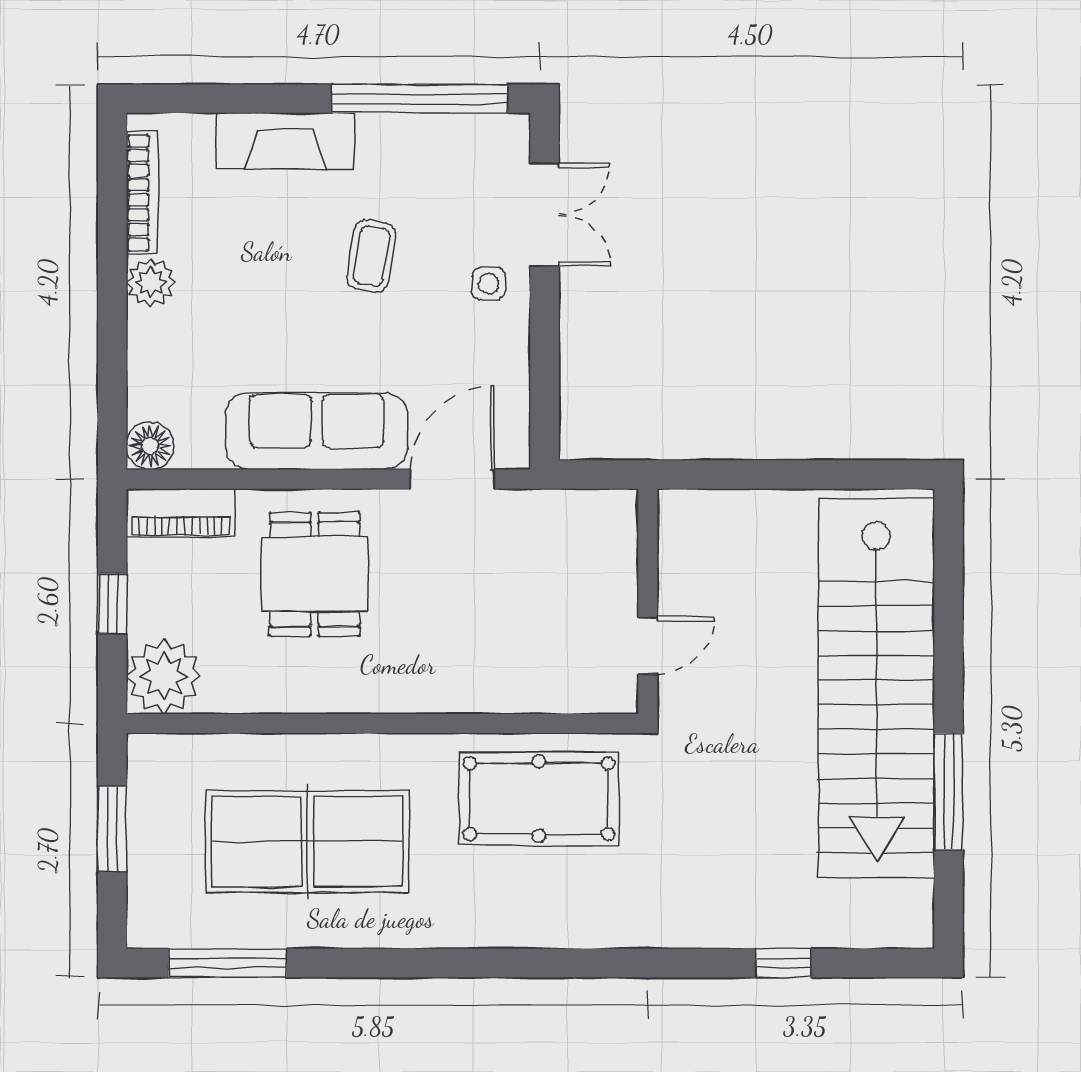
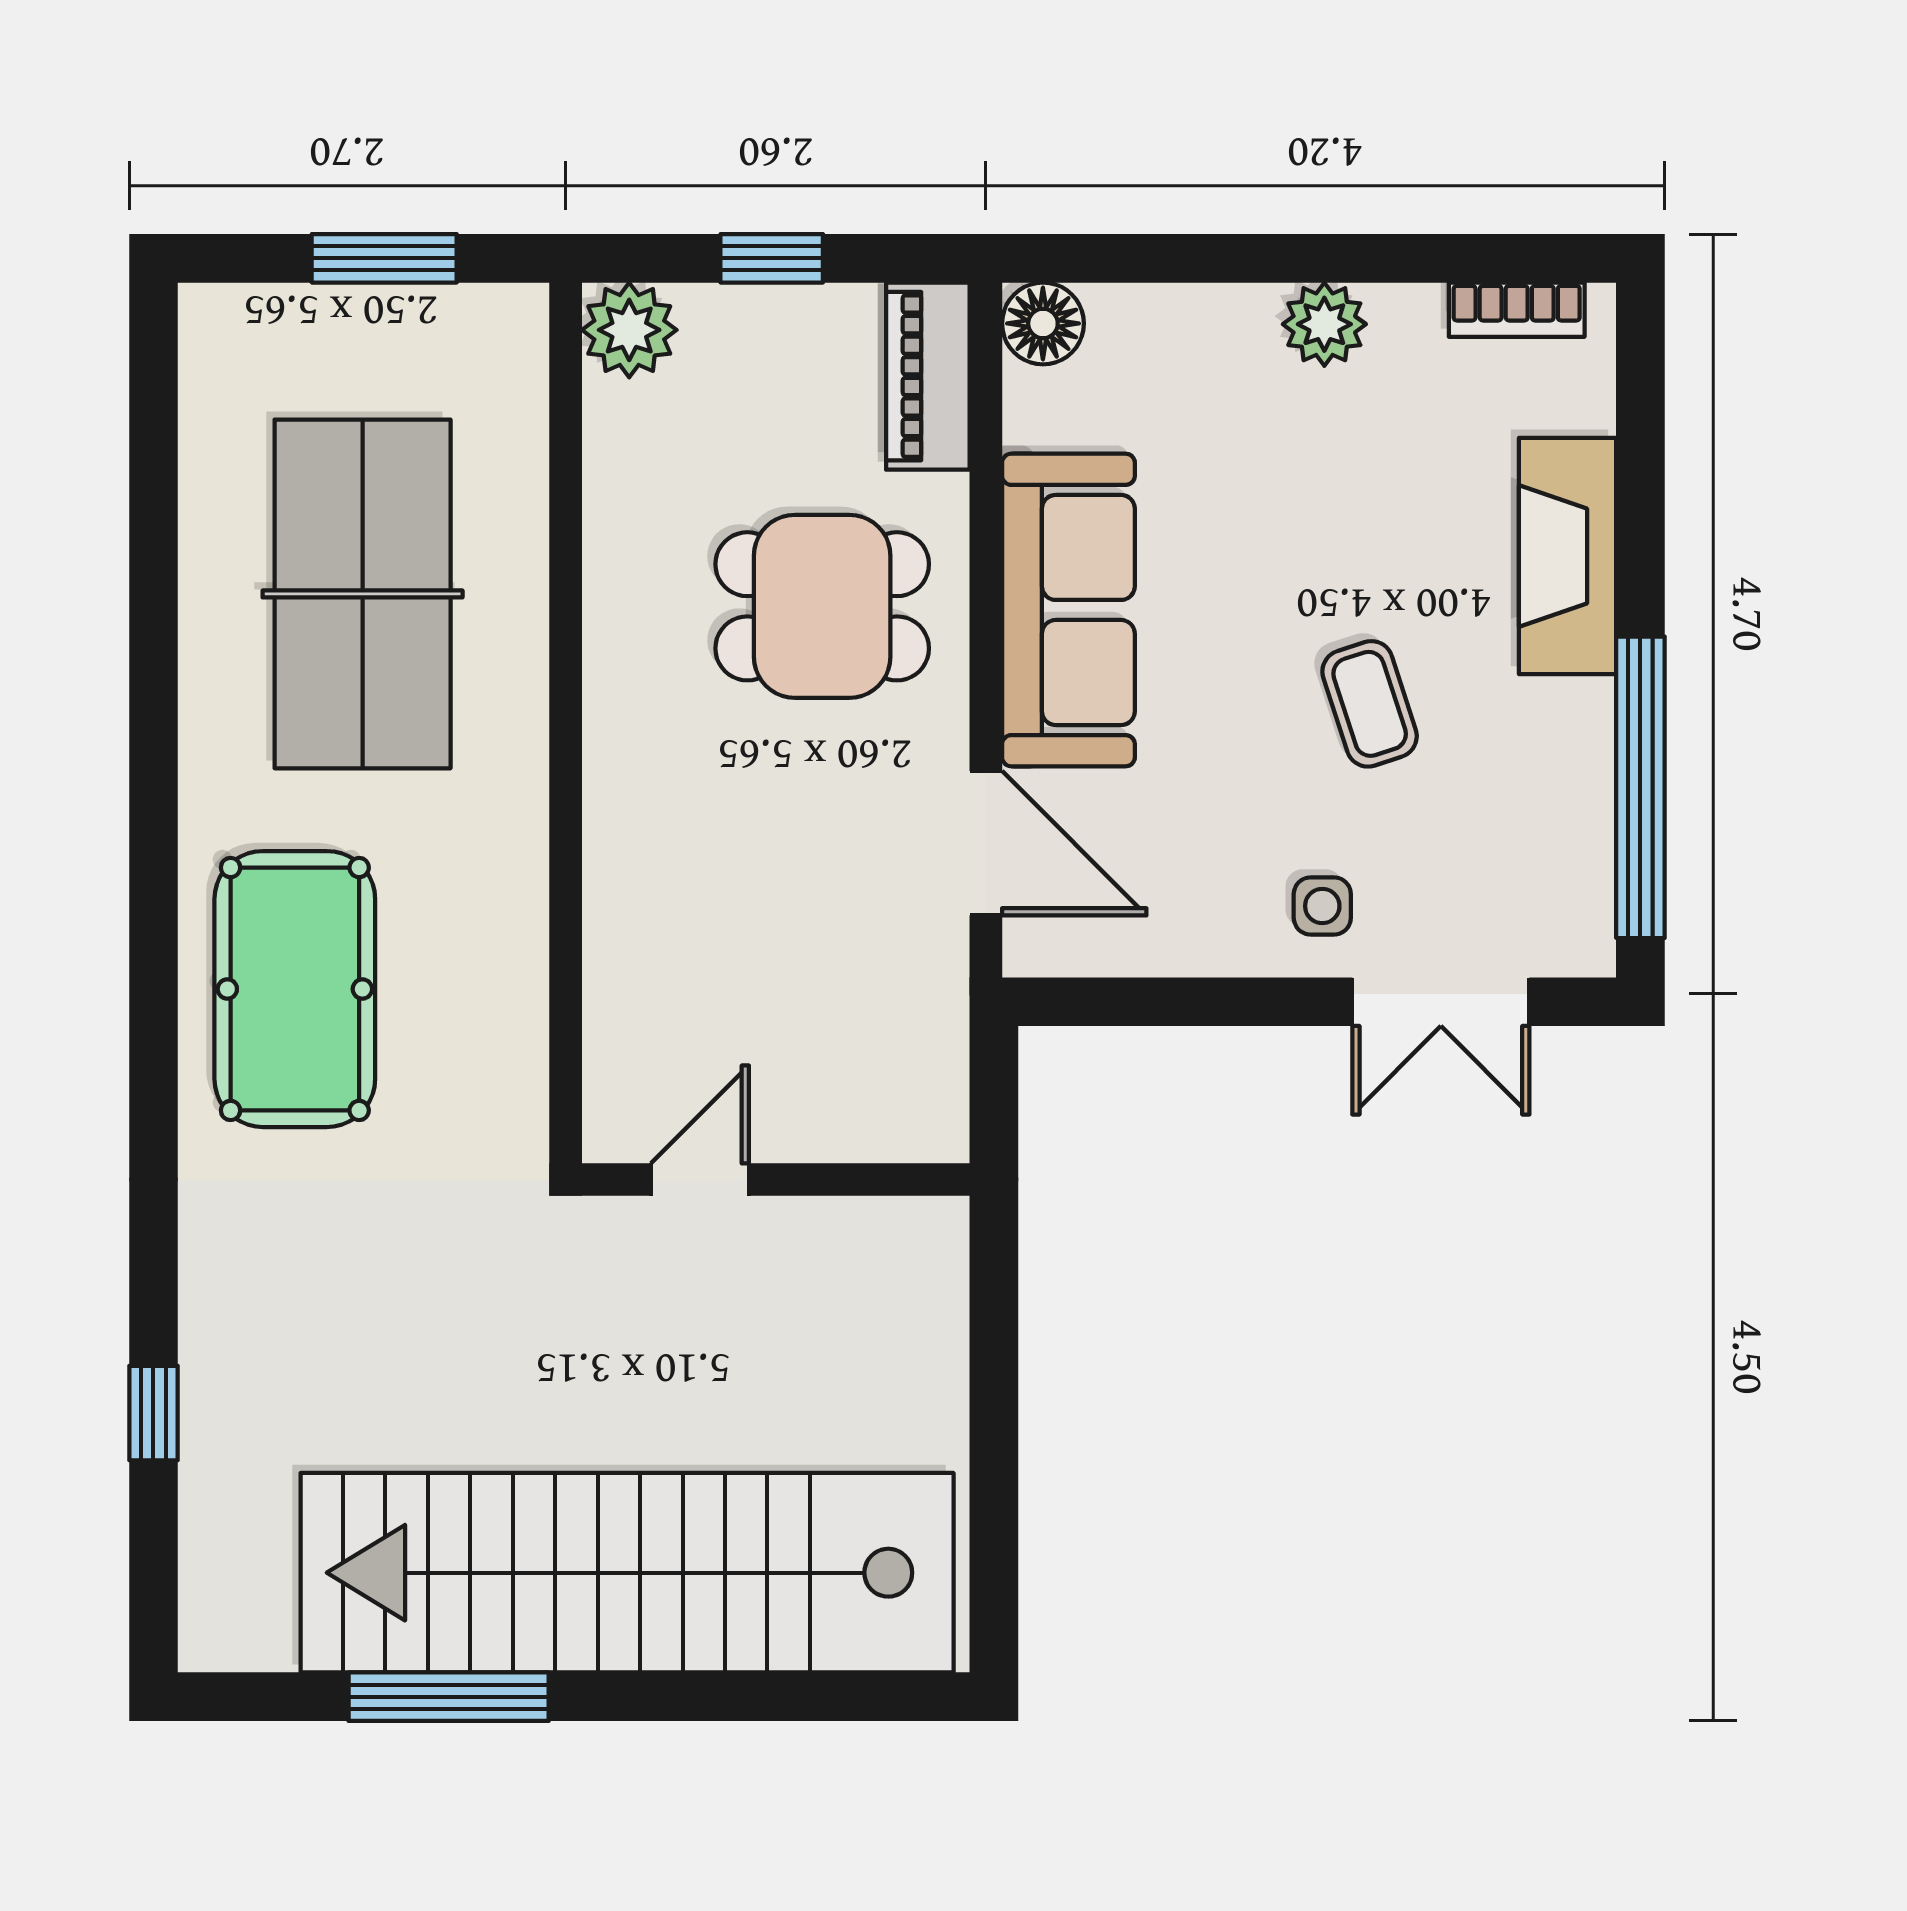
bookcase: (142, 193) -> (1517, 310), width x0.64
coffee table: (371, 256) -> (1370, 704), turned 63
door: (648, 645) -> (700, 1180), swing flipped
plant: (164, 676) -> (629, 330), width x0.73, depth x0.73
pool table: (539, 799) -> (295, 989), moved
window: (228, 963) -> (153, 457), removed

